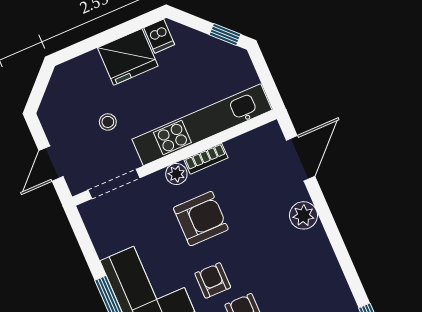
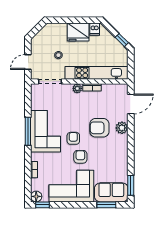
armchair: (201, 219) -> (99, 128), moved, turned 180

